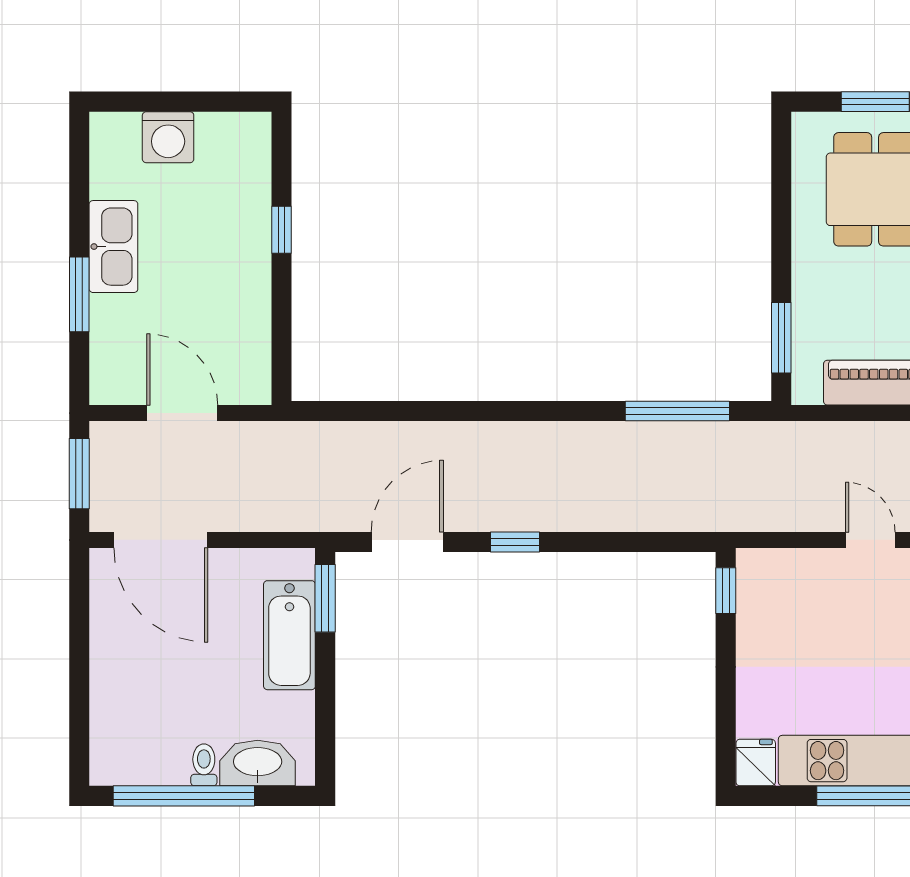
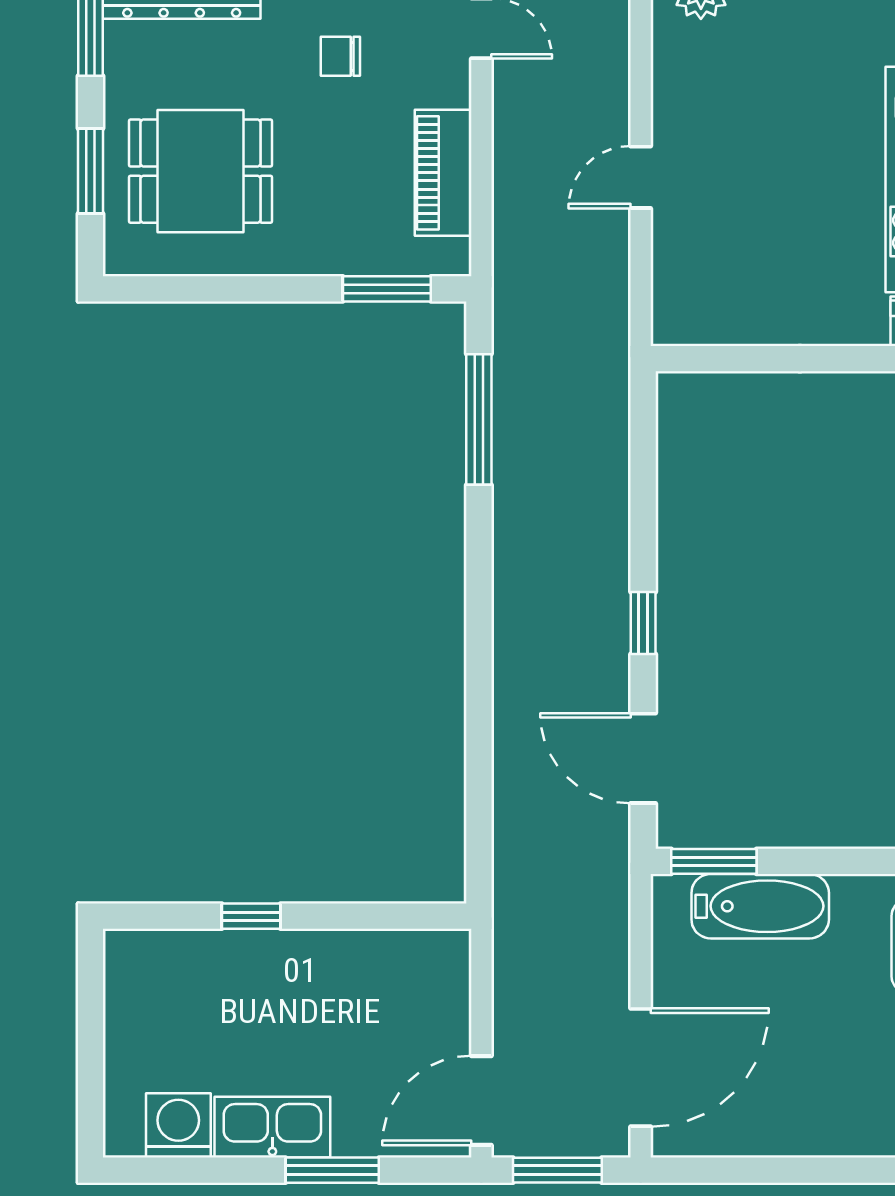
washing machine: (168, 137) -> (178, 1125), moved, turned -90
door: (182, 413) -> (481, 1100), moved
window: (726, 591) -> (704, 359), removed

